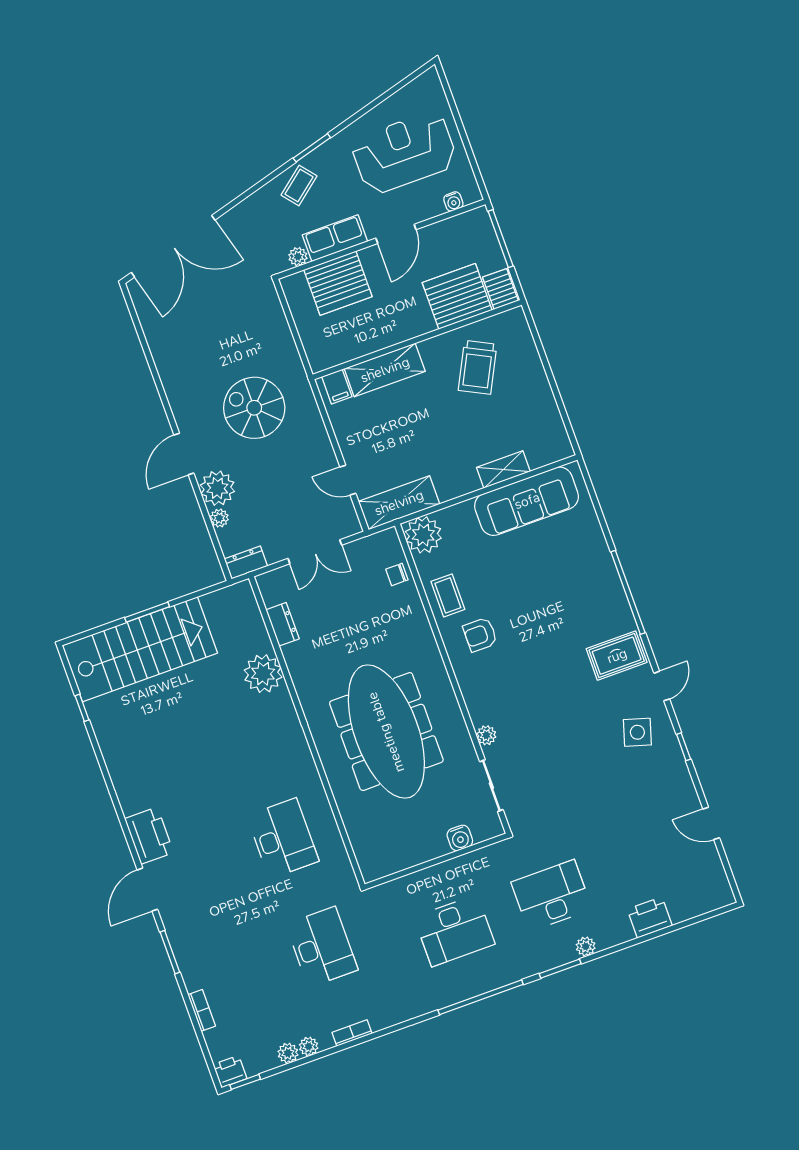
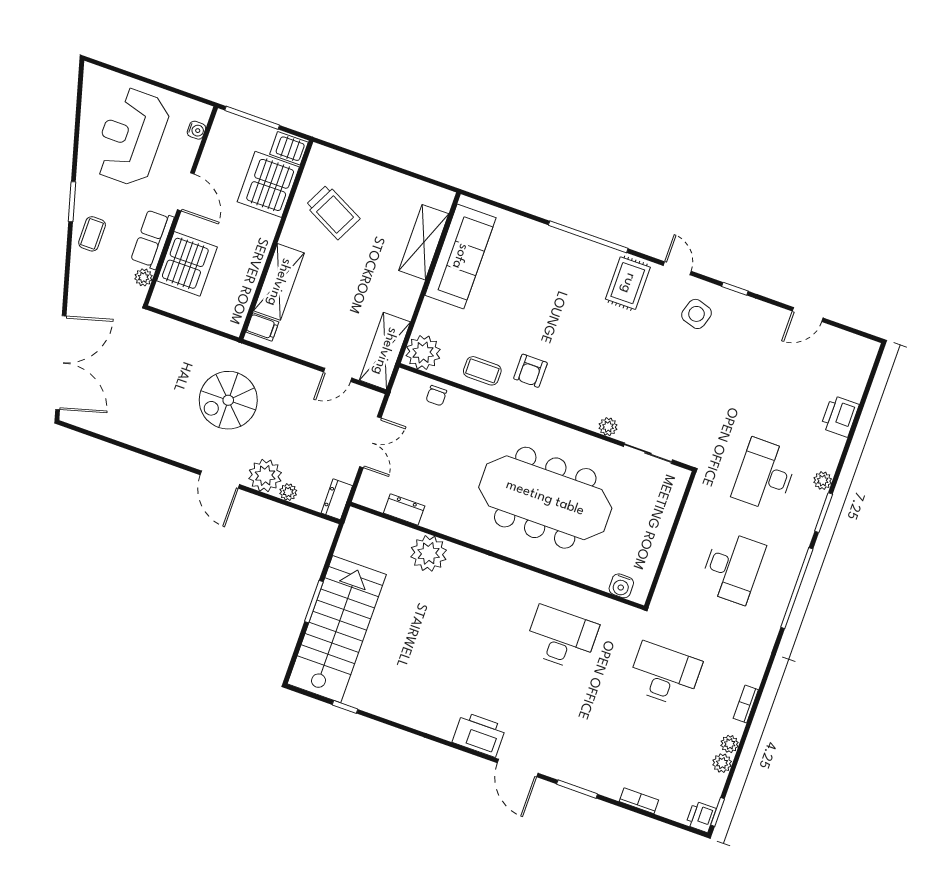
coffee table: (299, 185) -> (92, 234), turned 39
shelving: (503, 469) -> (424, 242), width x1.50, depth x1.33
water cooler: (460, 838) -> (621, 586), moved, turned 90

